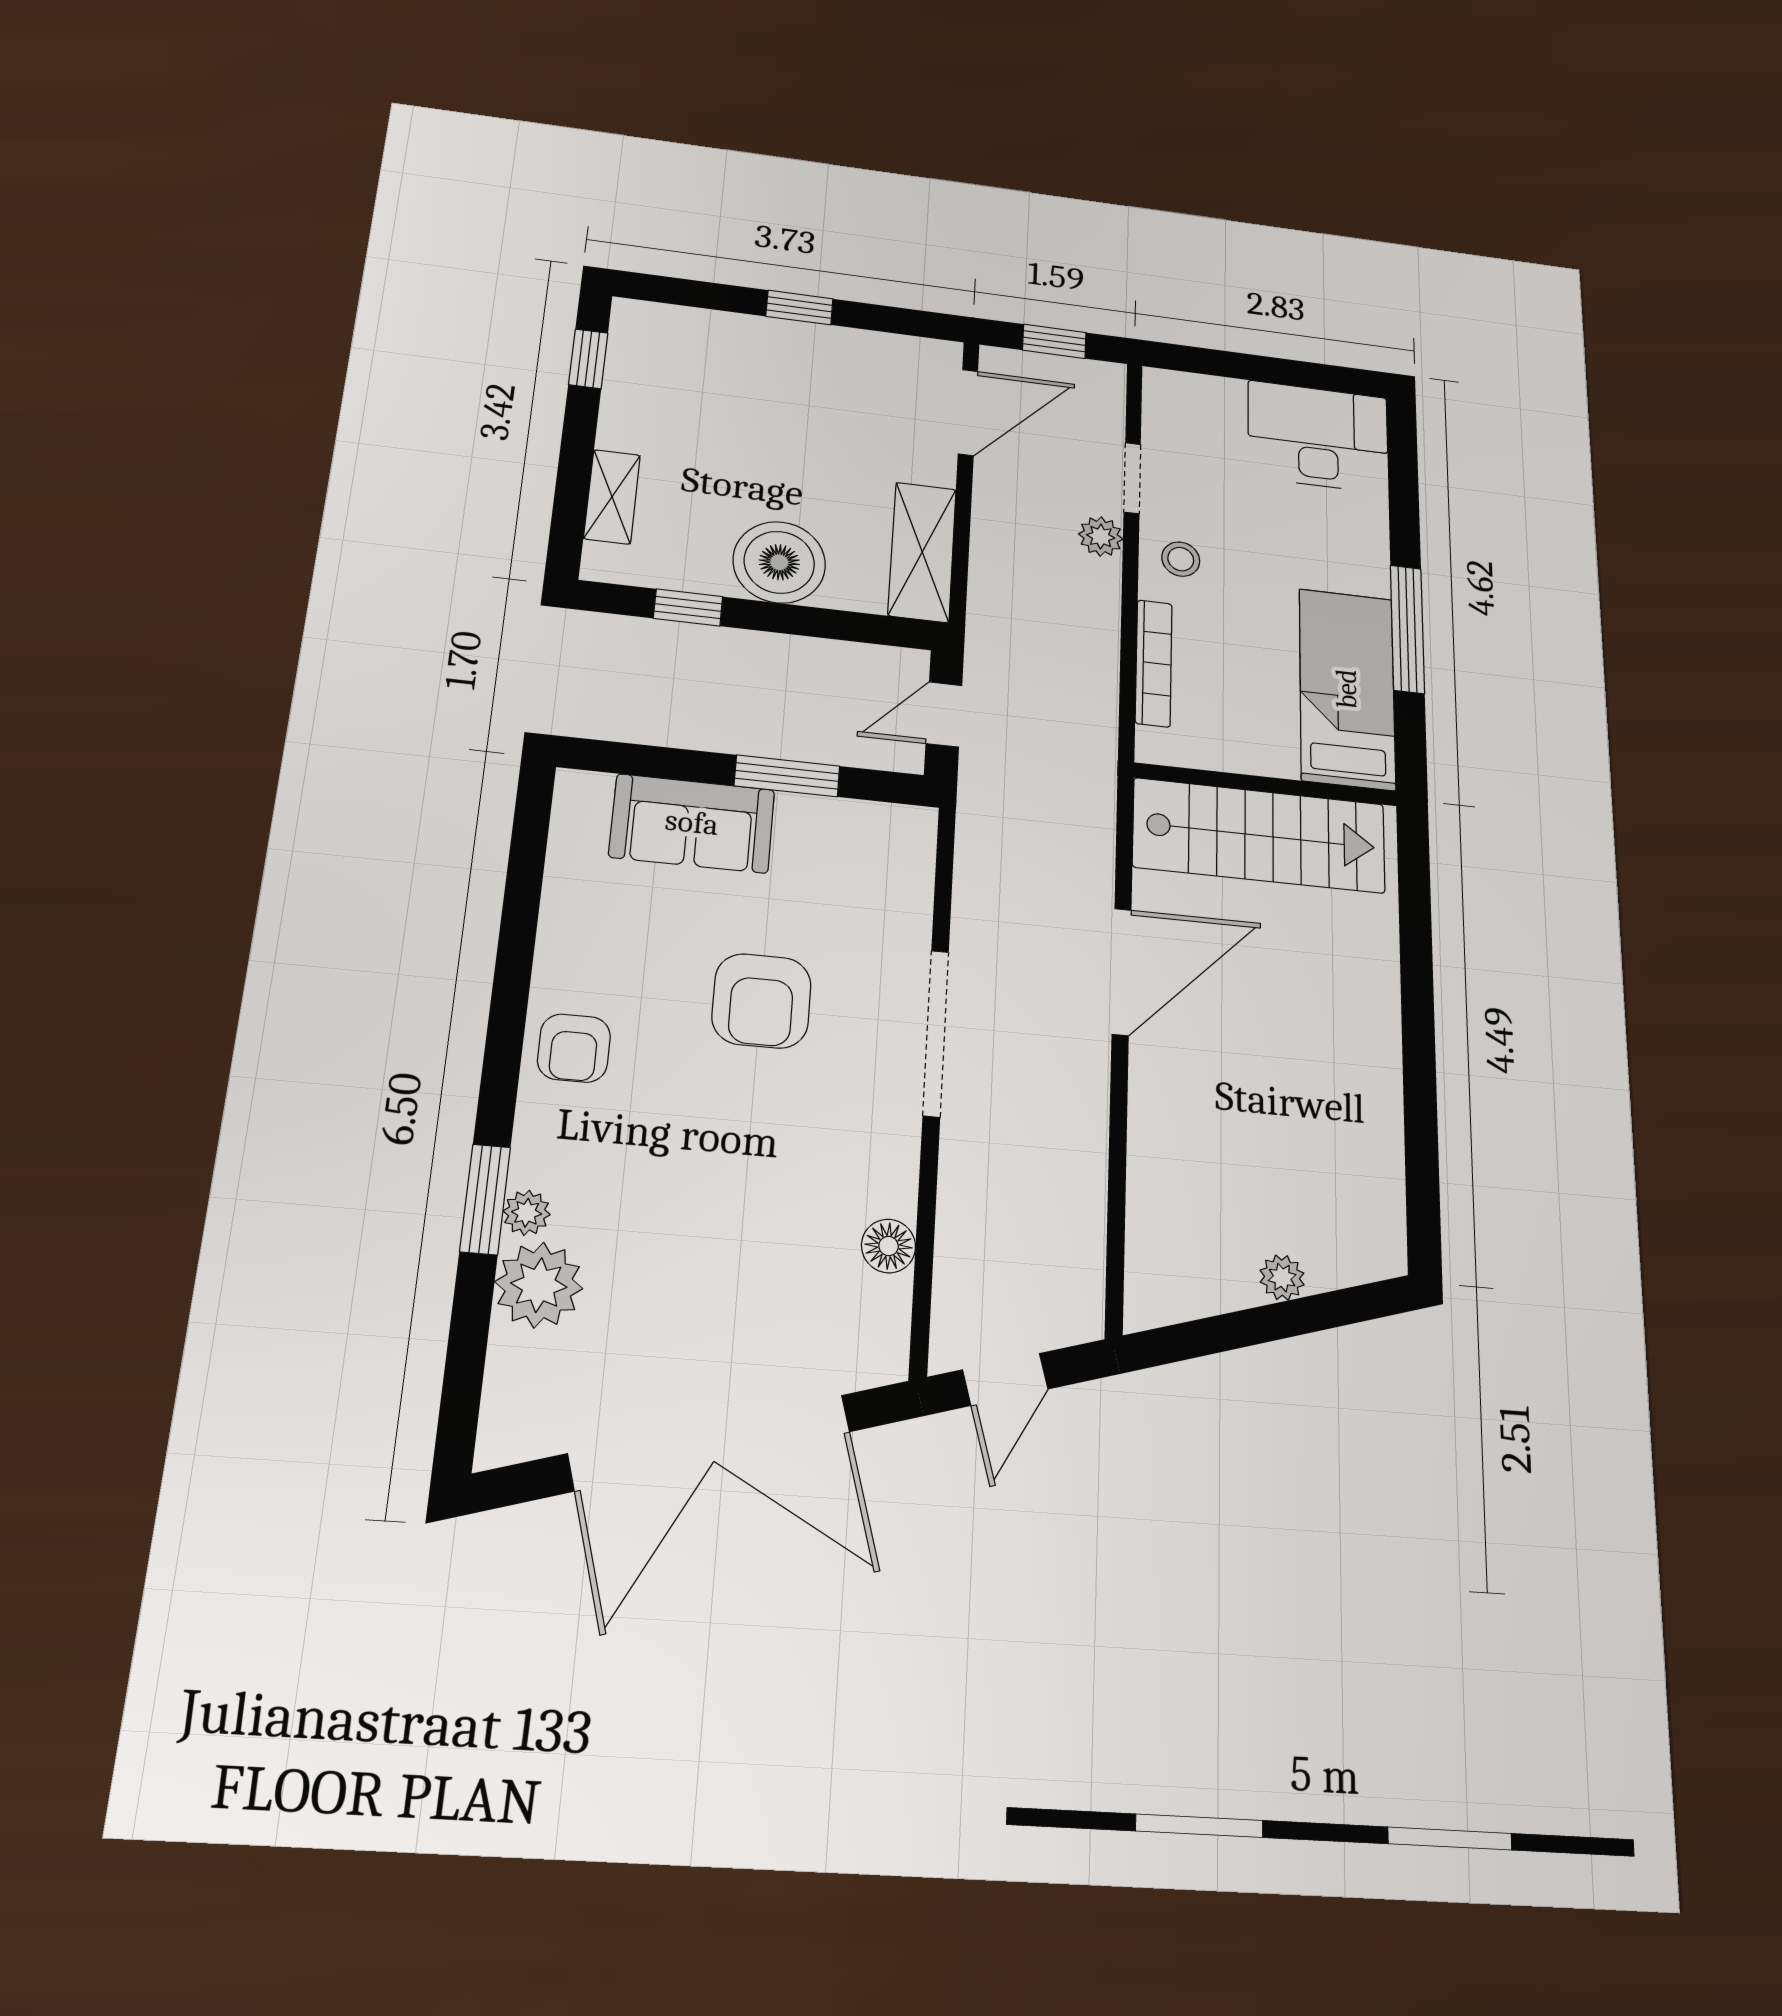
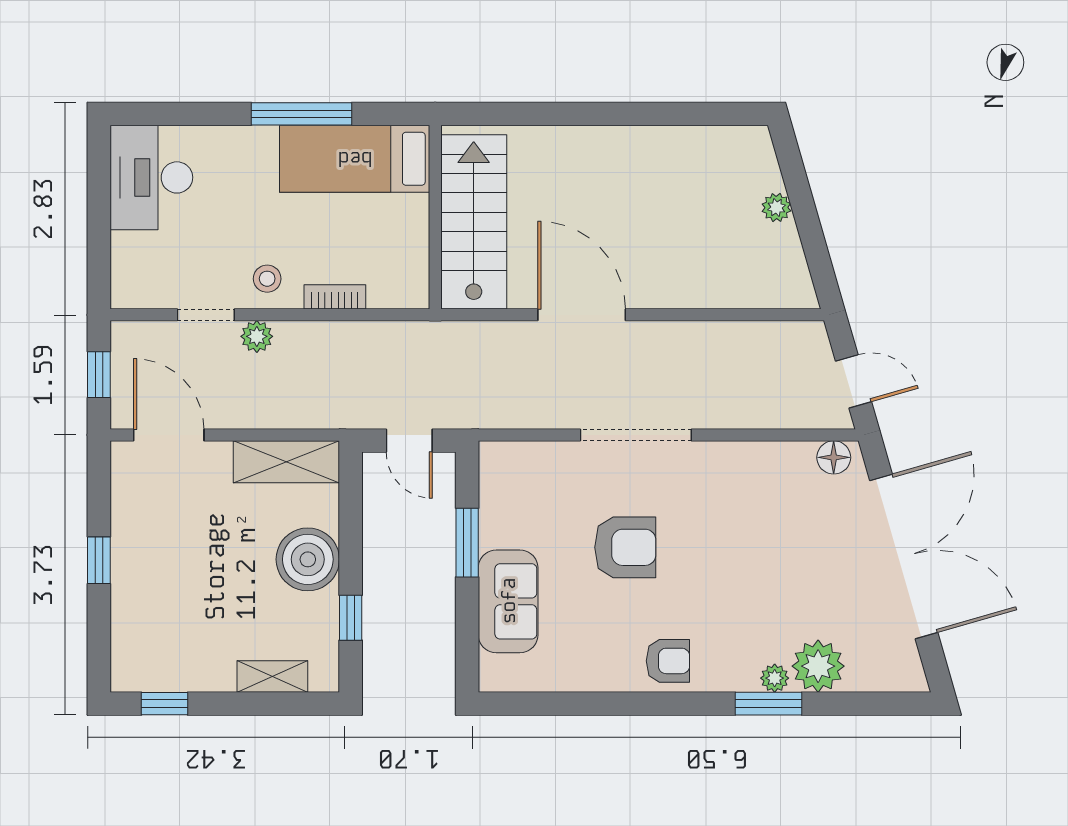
bookcase: (1154, 663) -> (335, 297), width x0.64
floor lamp: (889, 1246) -> (834, 457), moved

